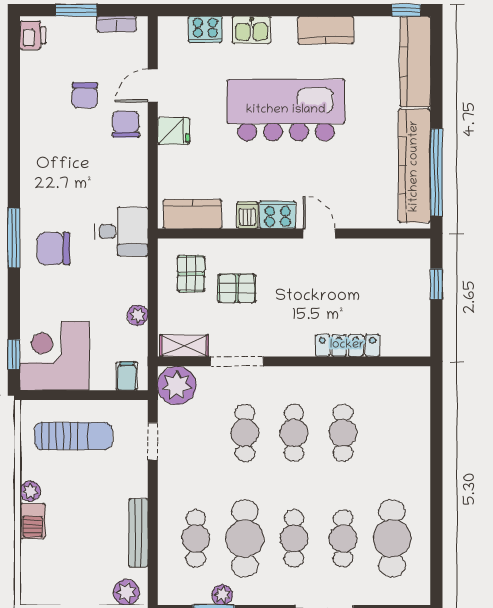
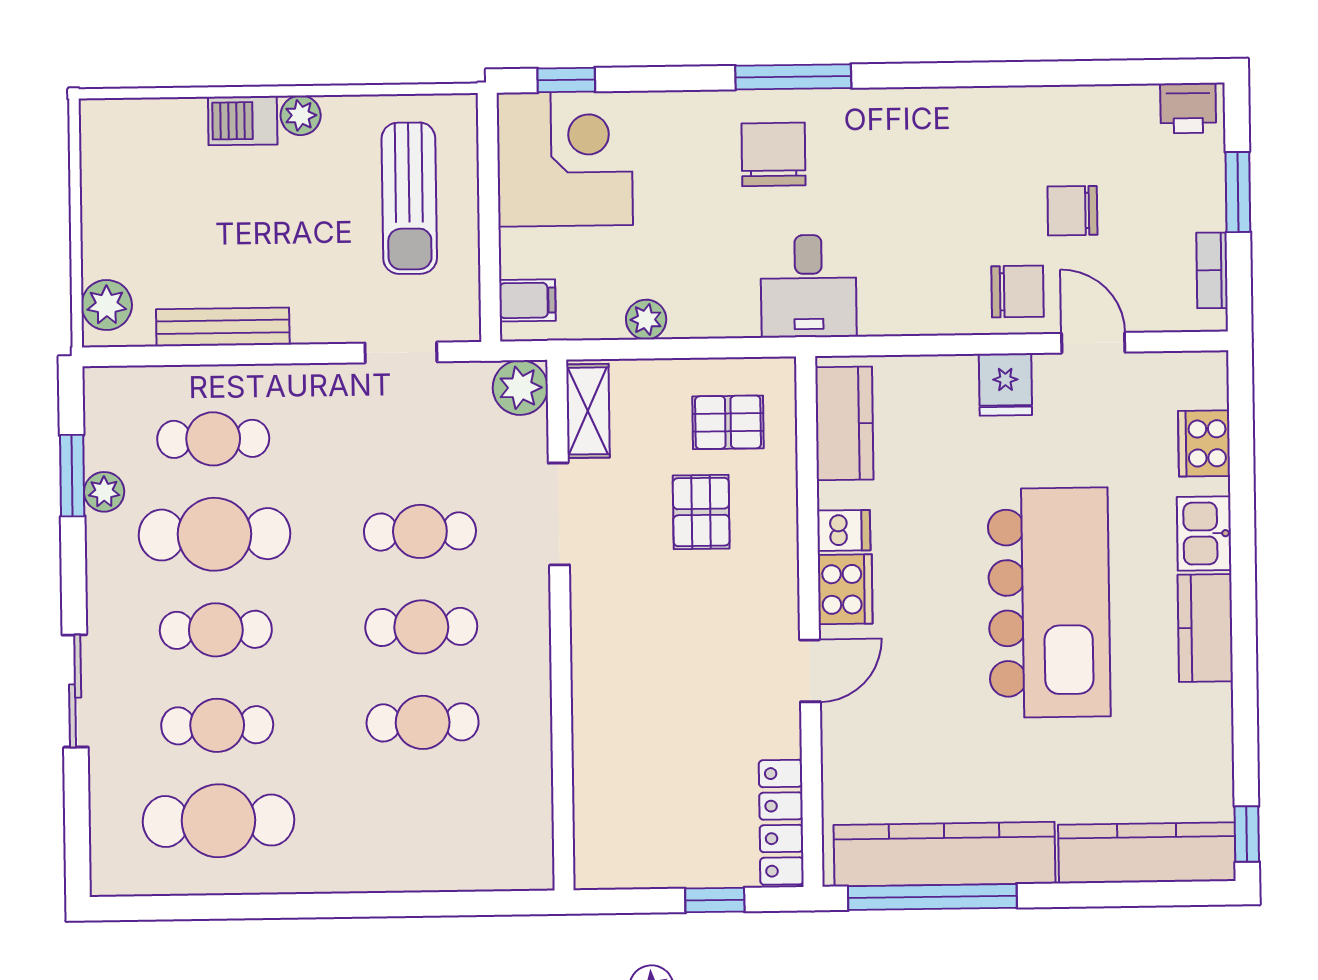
kitchen counter: (326, 30) -> (1205, 628), moved
locker: (347, 345) -> (781, 822), moved, turned 180
plant: (177, 385) -> (520, 388), width x0.73, depth x0.73

